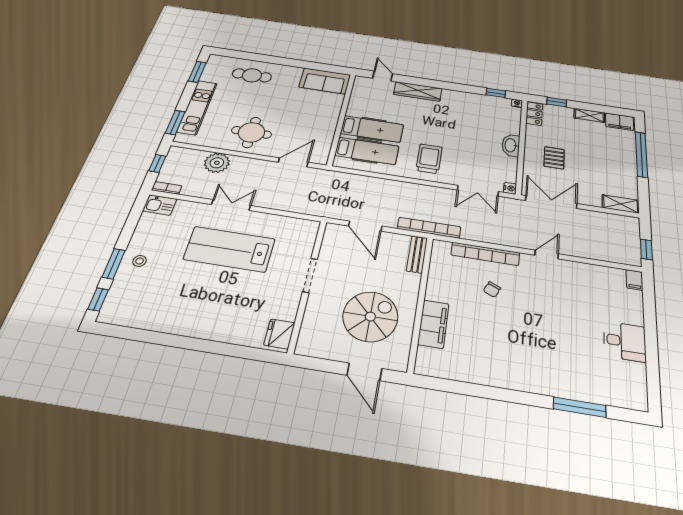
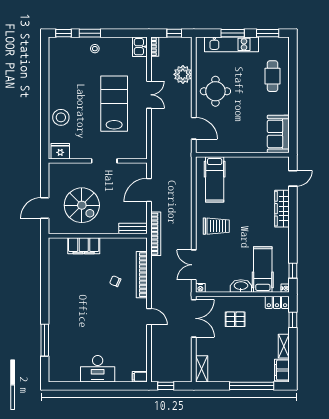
window: (175, 122) -> (233, 33), moved
hospital bed: (372, 129) -> (263, 269), moved, turned 180
stool: (227, 324) -> (61, 117), added
desk: (625, 341) -> (98, 369), width x1.37

